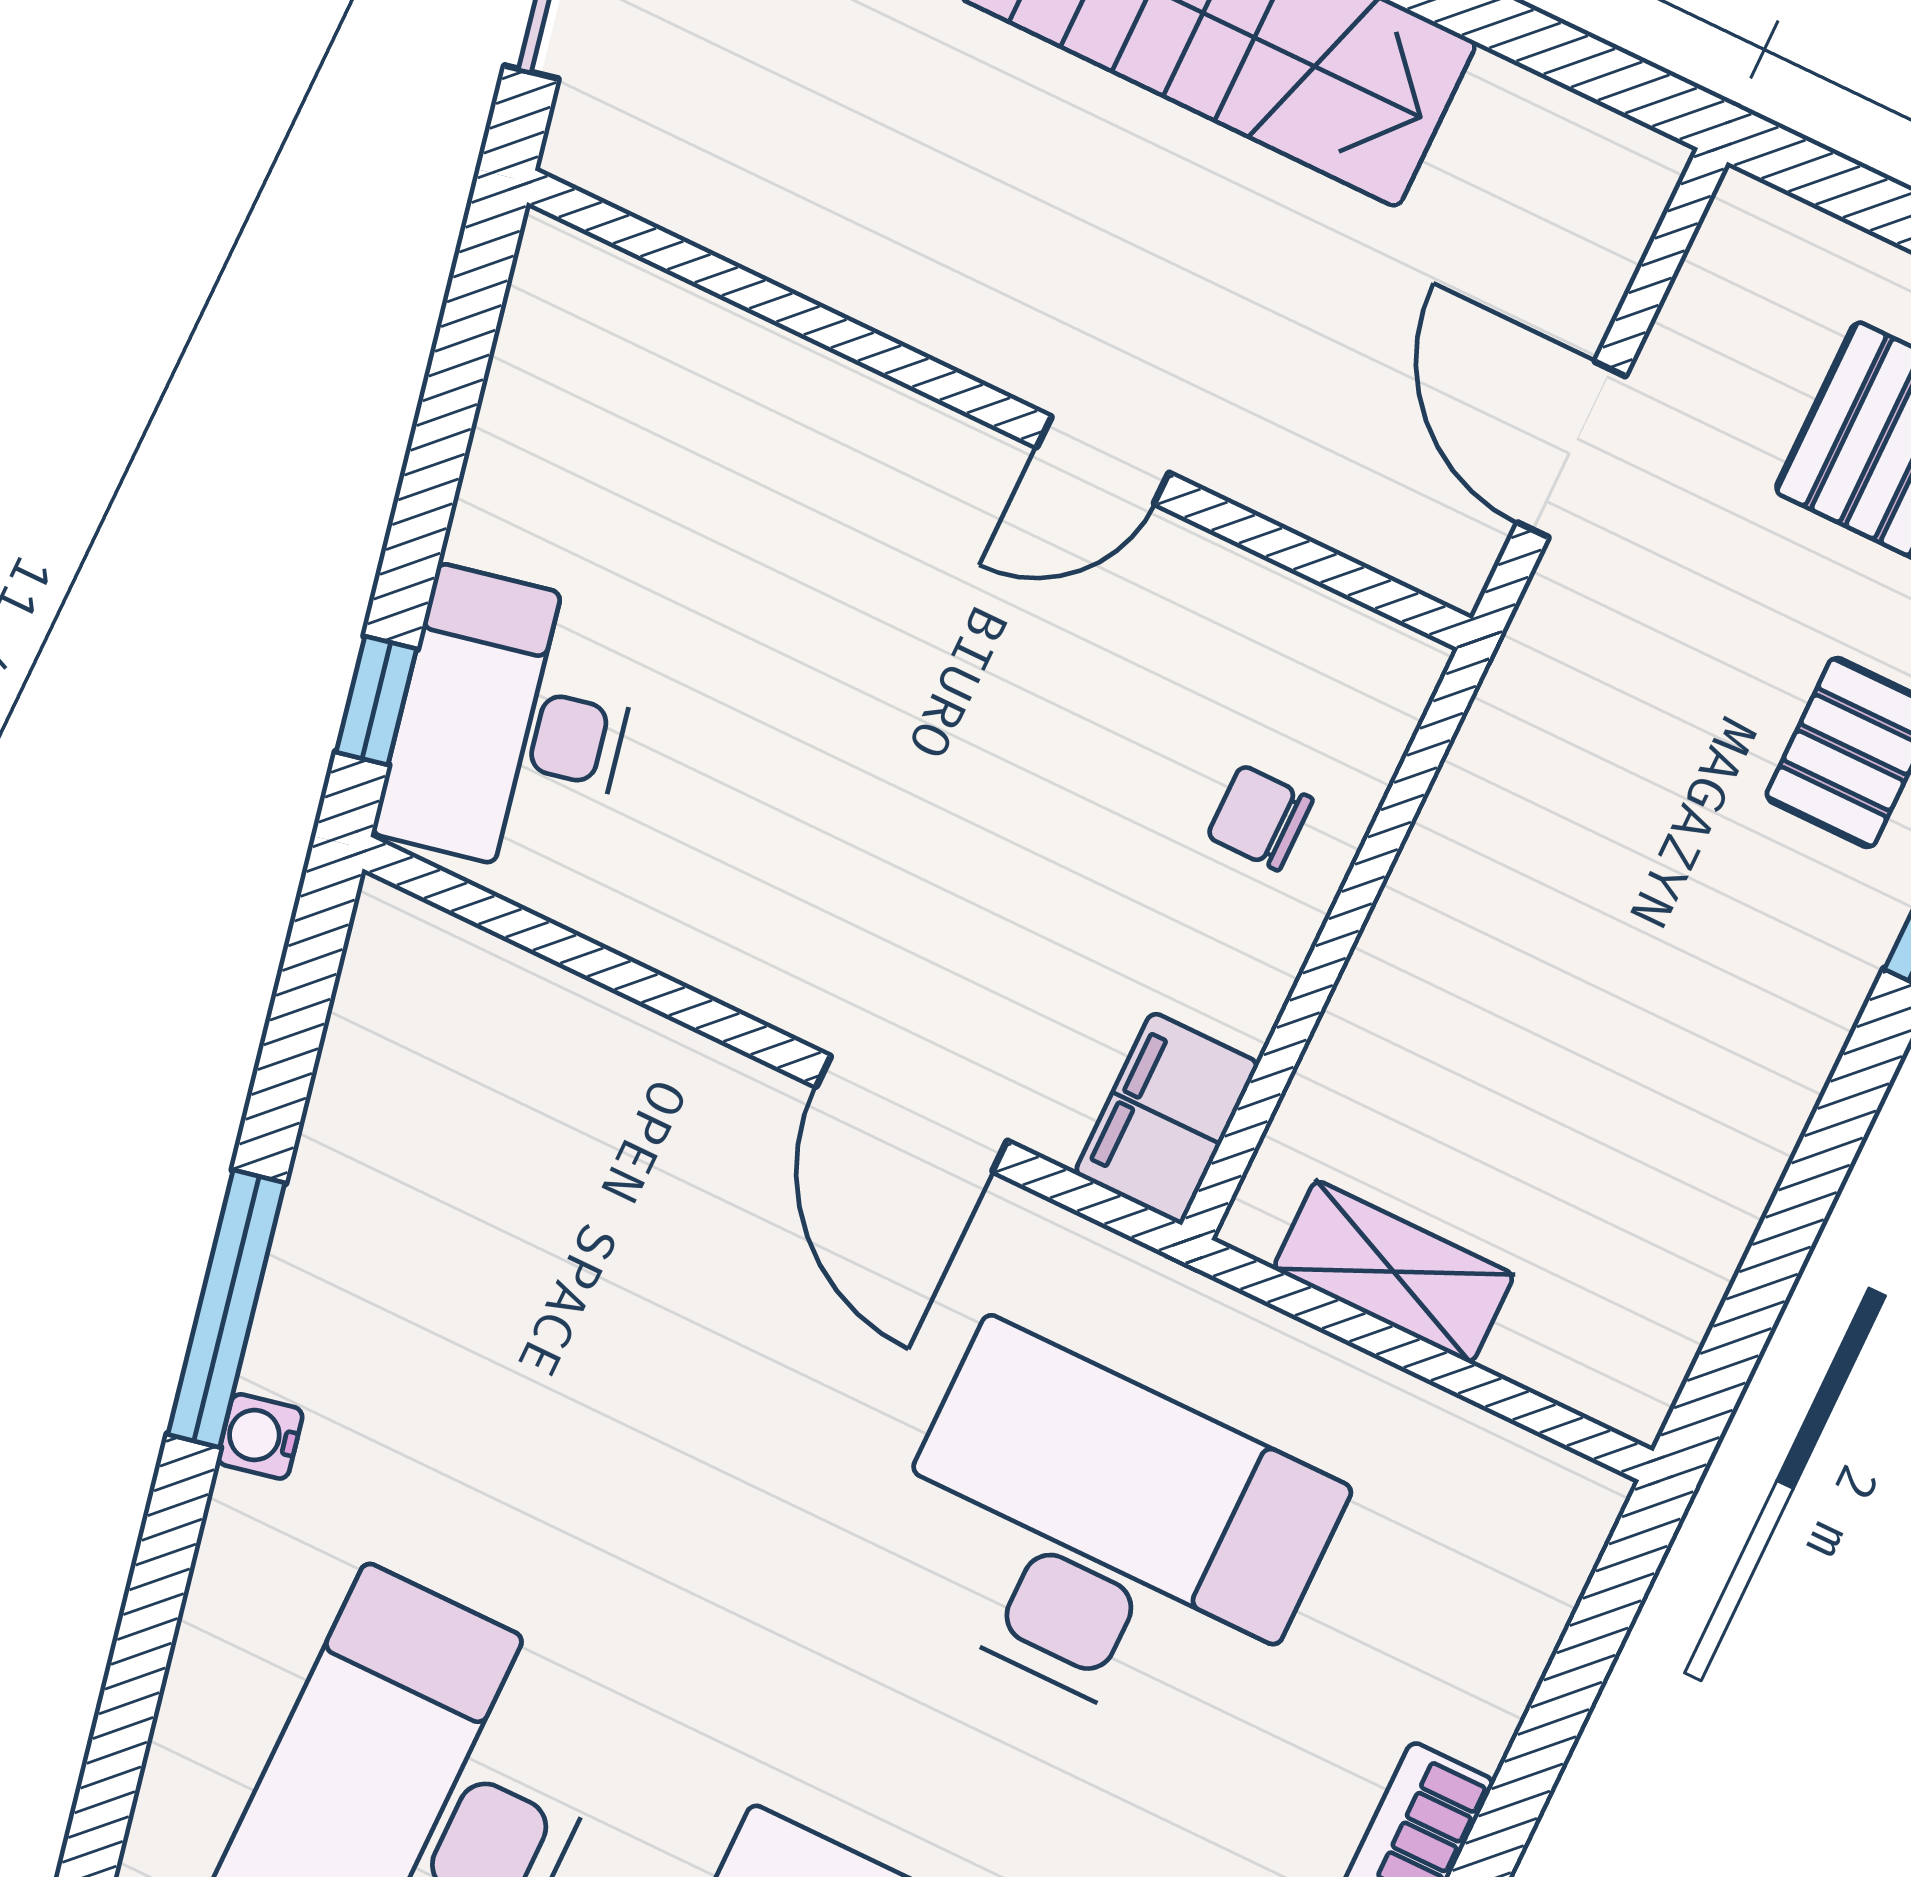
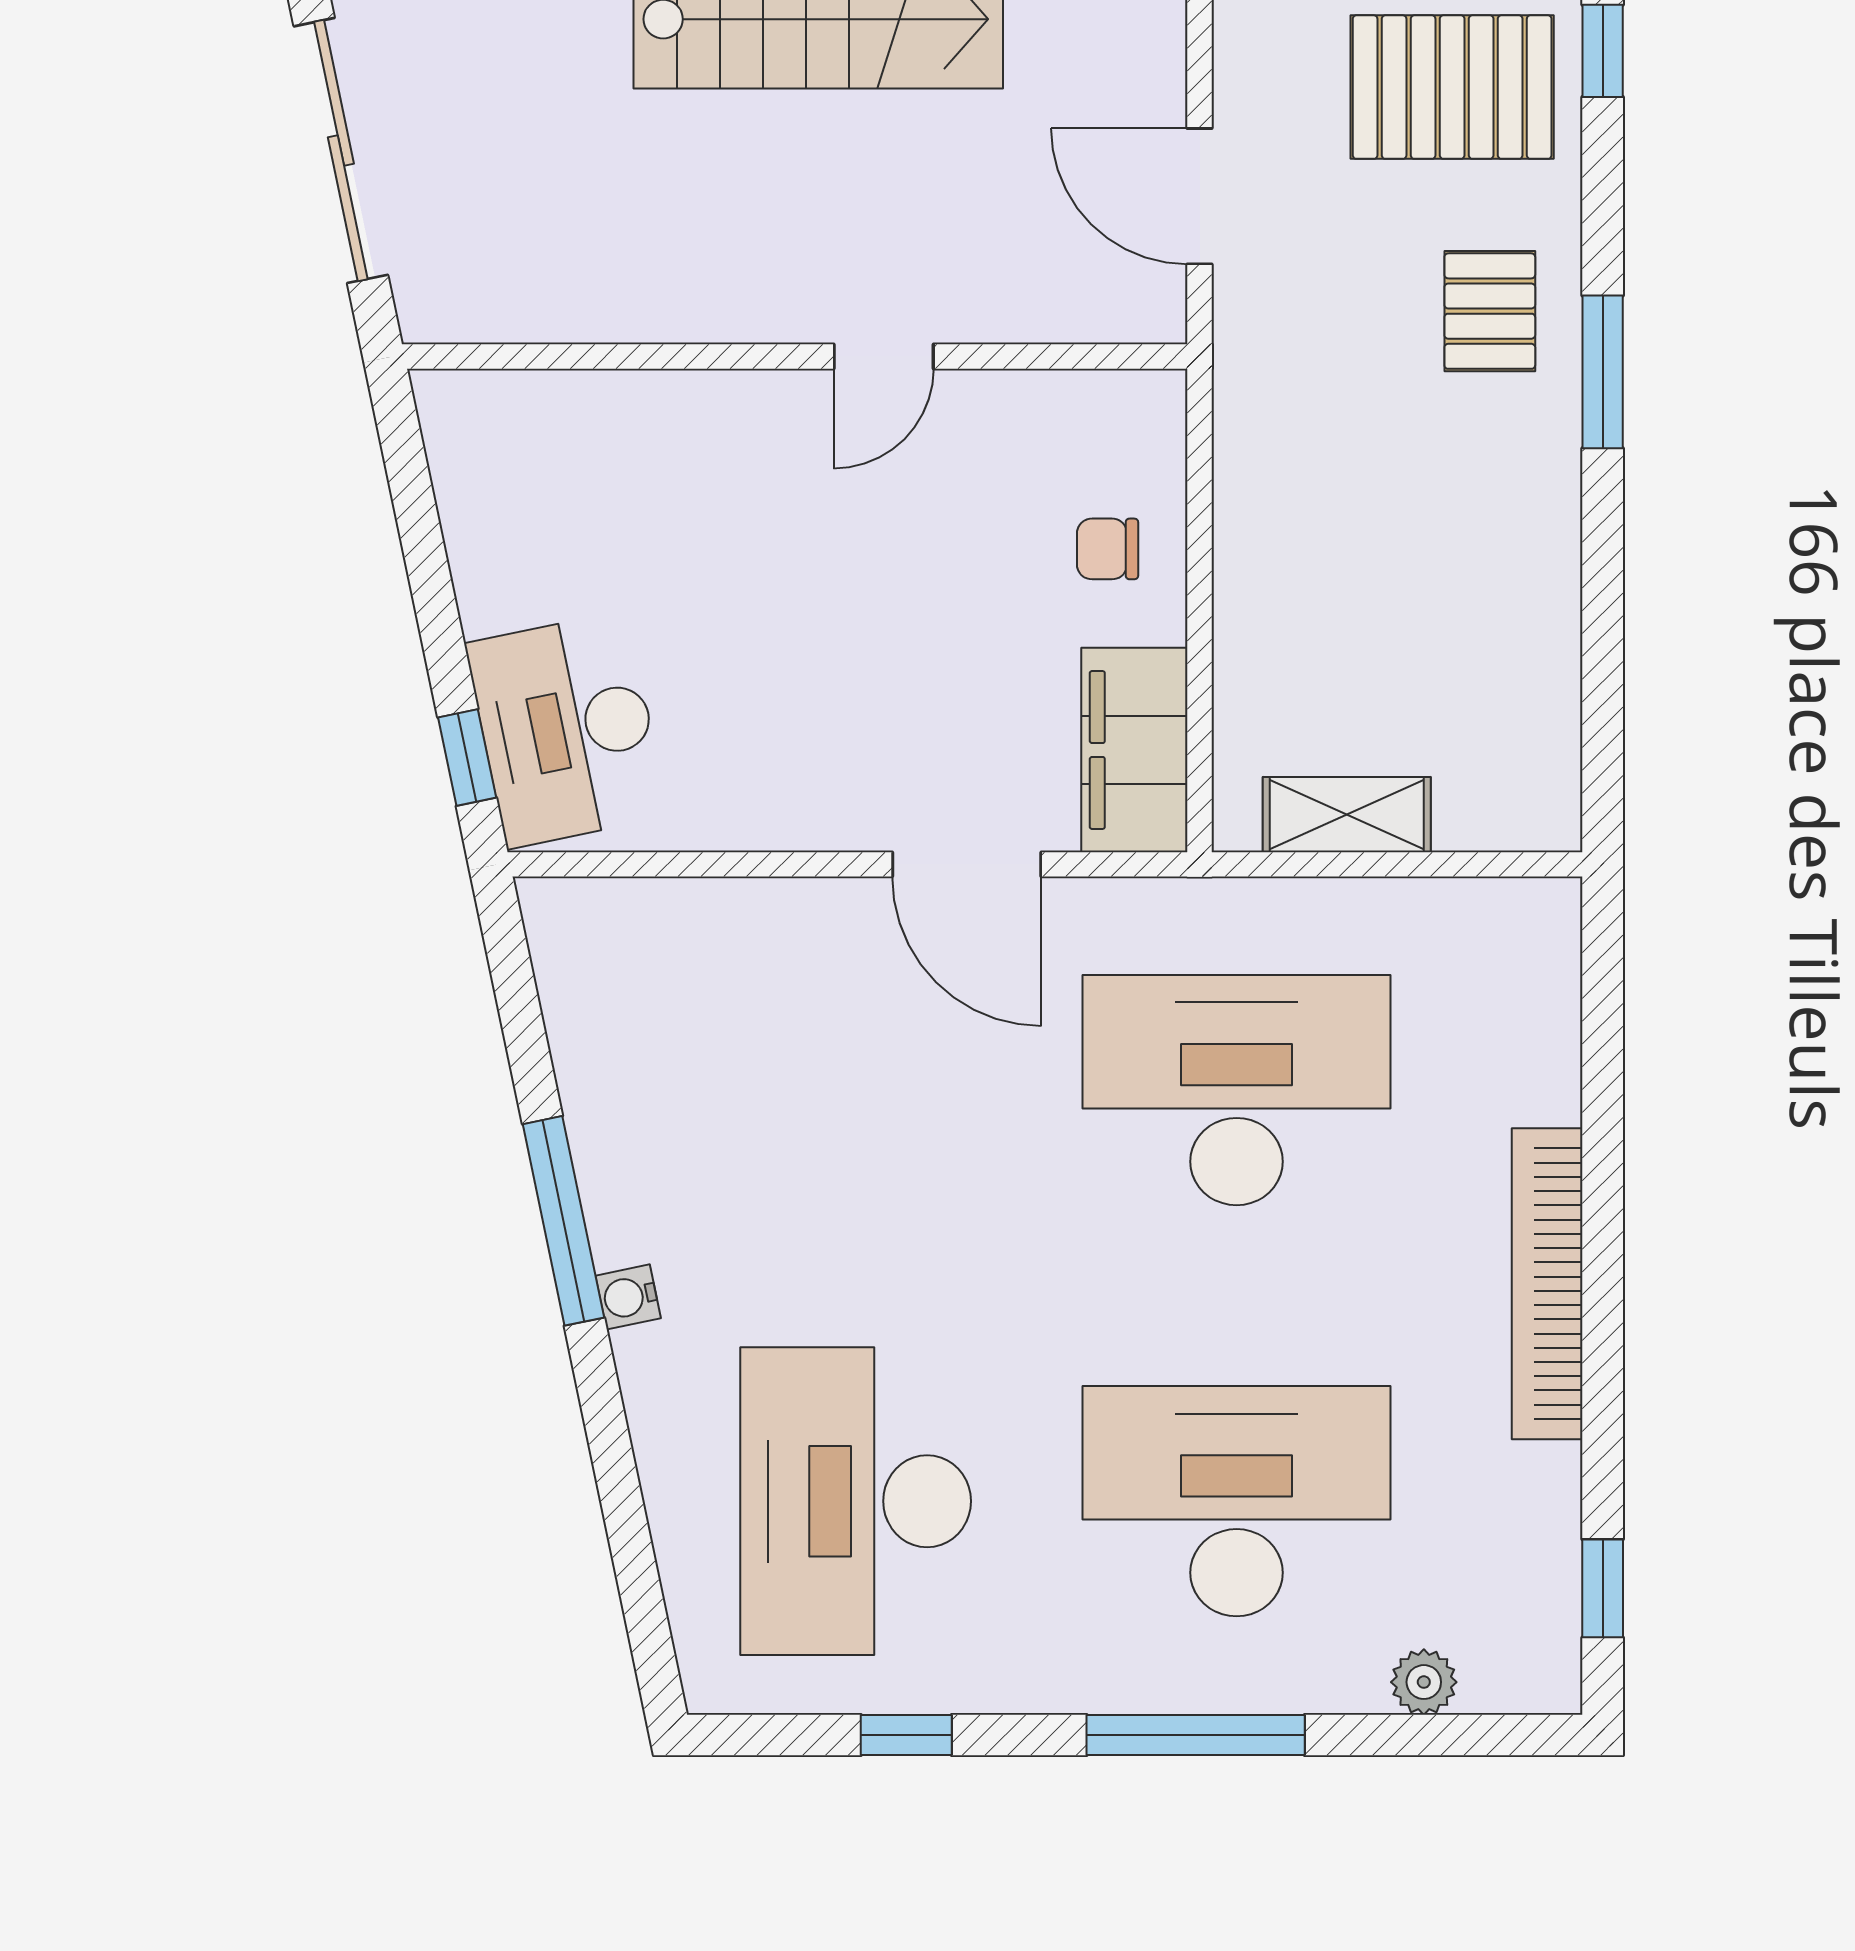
filing cabinet: (1167, 1118) -> (1134, 750), width x1.50, depth x1.17

